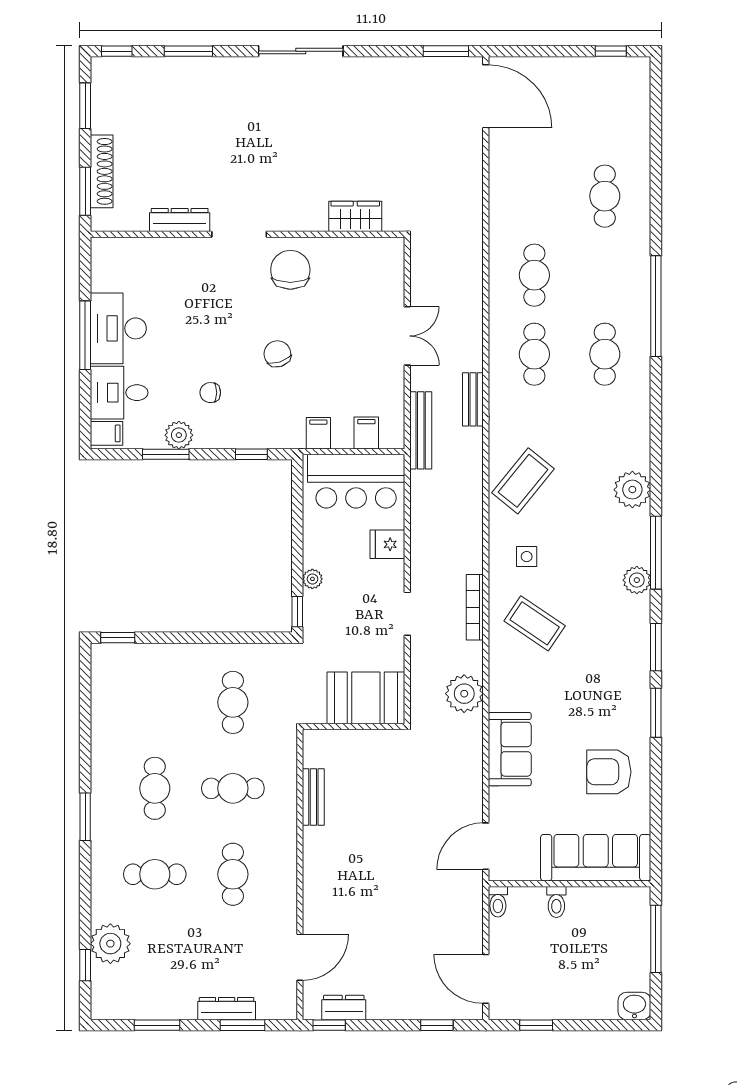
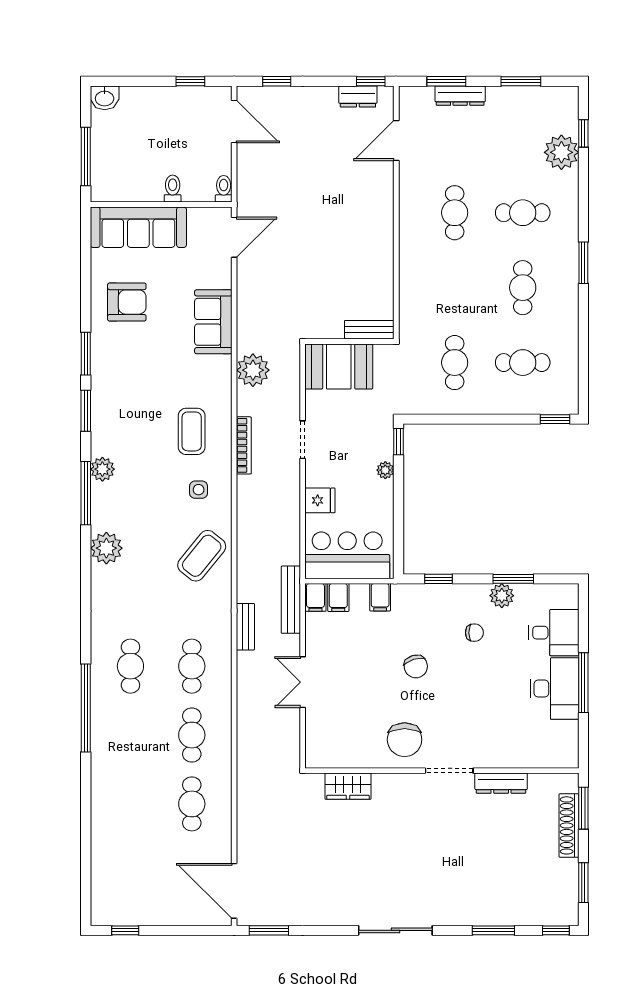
cafe table: (605, 196) -> (192, 804), moved
filing cabinet: (106, 433) -> (315, 597), moved, turned -90
coffee table: (535, 623) -> (192, 431), turned 56
cafe table: (233, 788) -> (523, 363), moved
bench: (313, 797) -> (369, 330), moved, turned 90

